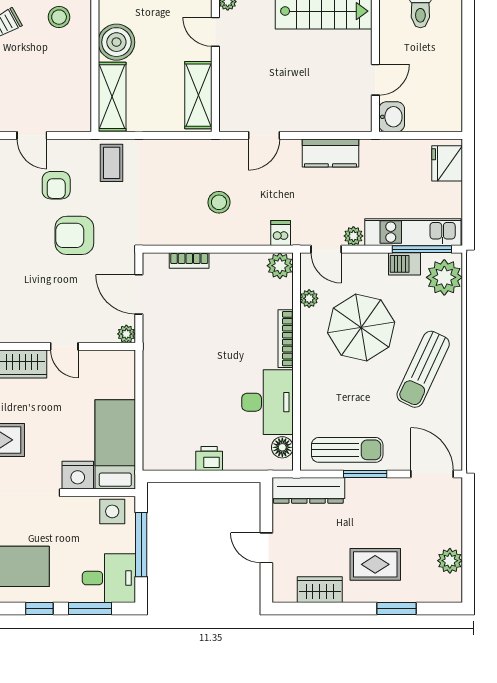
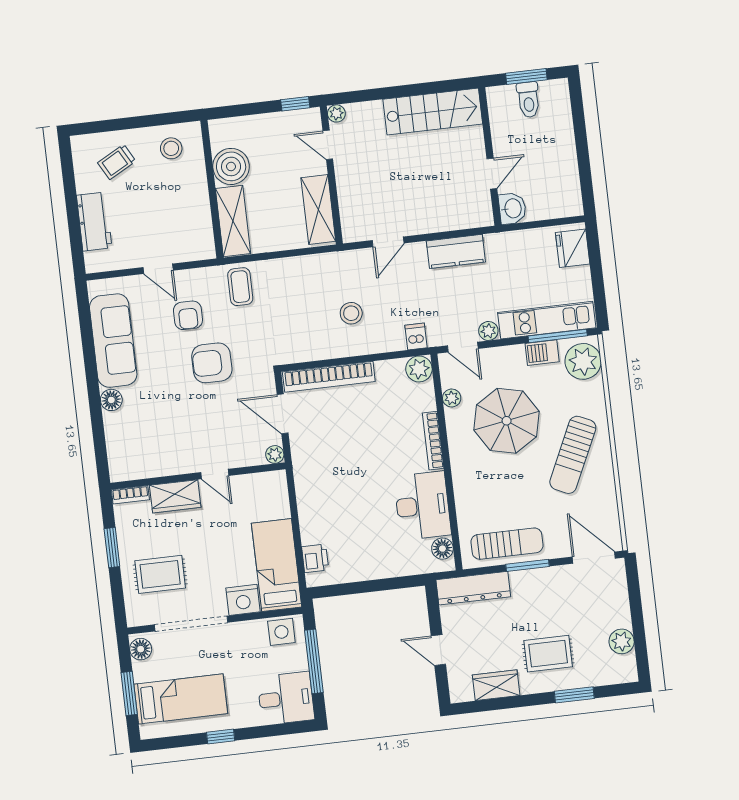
bookcase: (189, 260) -> (329, 377), width x2.31, depth x1.31
printer: (209, 458) -> (315, 558), moved, turned 90
window: (90, 608) -> (271, 731), removed

